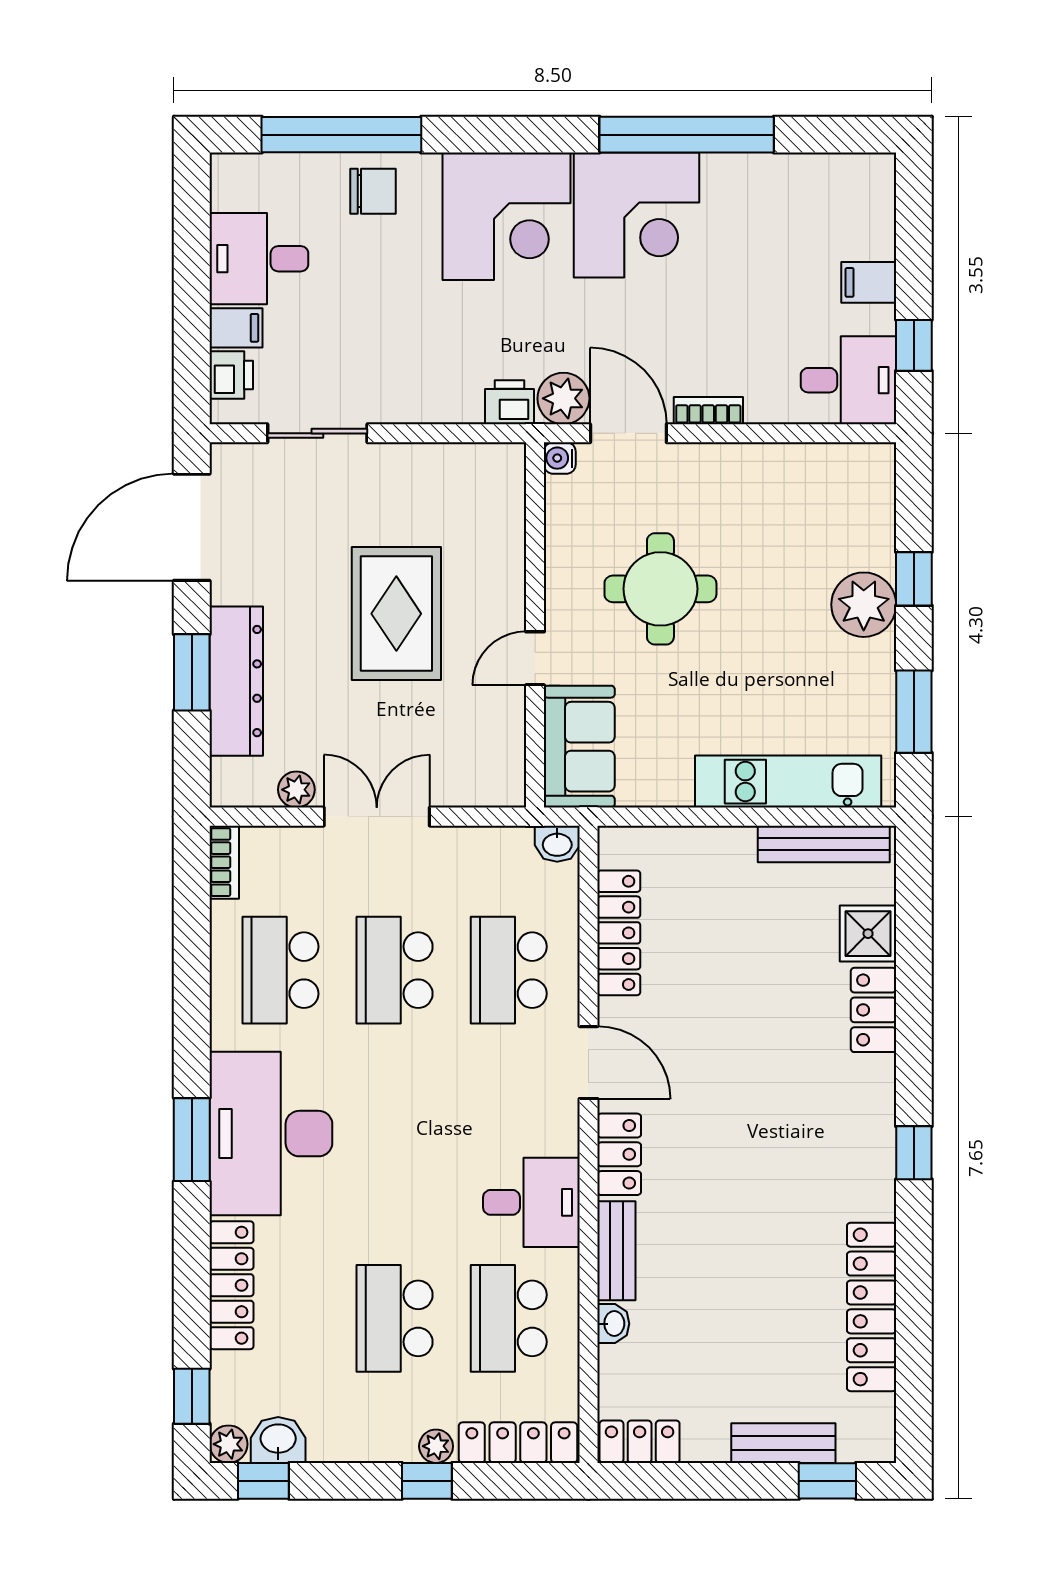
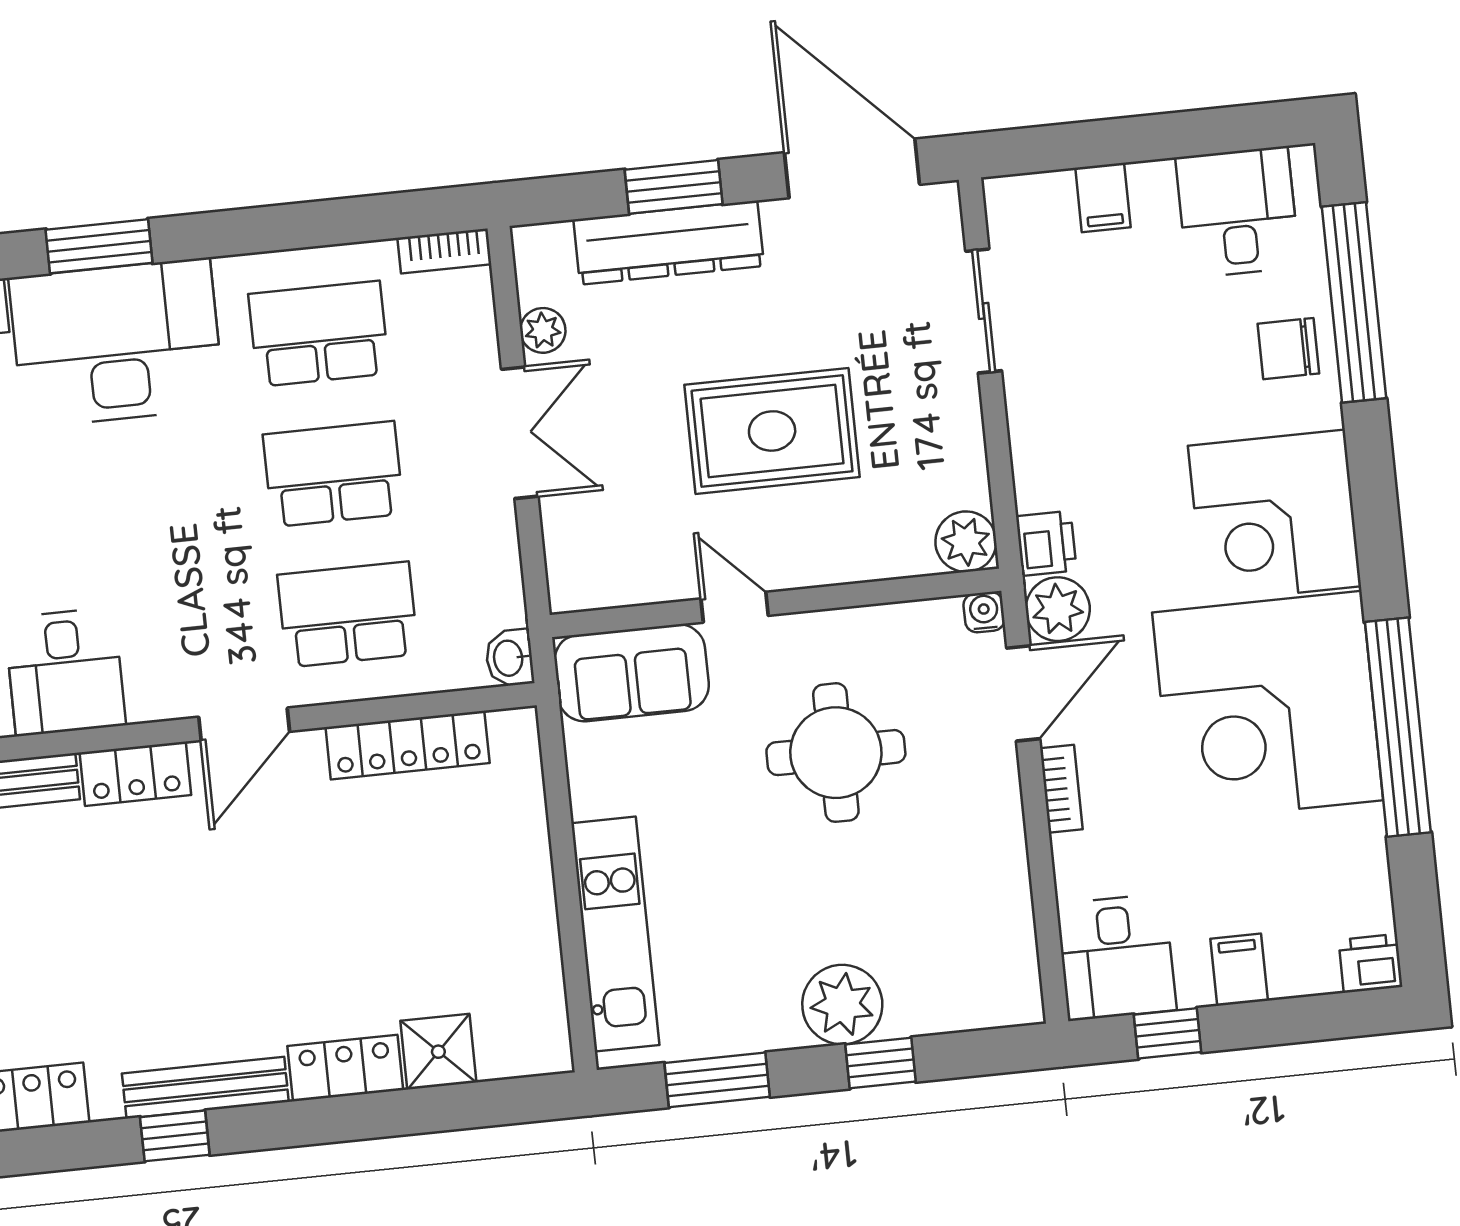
chair: (373, 191) -> (1288, 349), turned 90
corner desk: (637, 215) -> (1268, 706), width x1.36, depth x1.36
desk: (259, 259) -> (1238, 212), moved
printer: (231, 375) -> (1371, 963), moved, turned 180
plant: (502, 467) -> (966, 542), added
bench: (824, 844) -> (205, 1088), moved, turned 90

